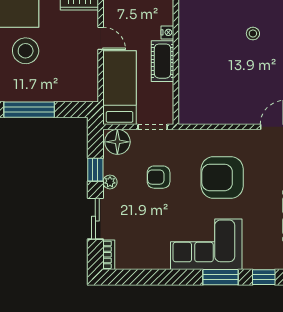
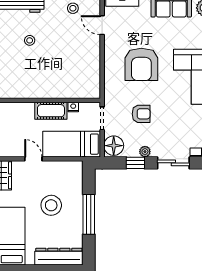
nightstand: (167, 32) -> (73, 107), moved
door: (101, 38) -> (33, 159), hinge flipped
stool: (26, 51) -> (51, 205), moved
armchair: (159, 177) -> (141, 114), turned -90

